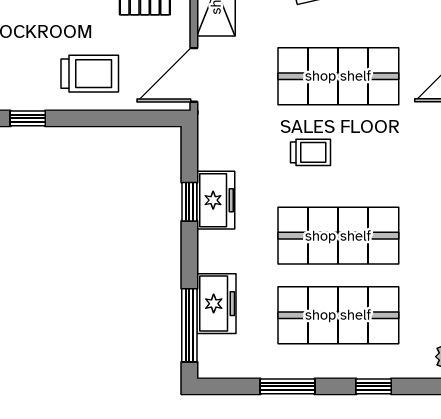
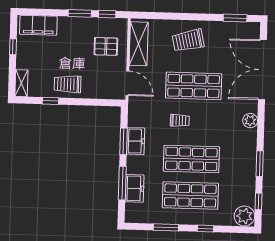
trolley: (90, 74) -> (68, 84), moved, turned 180
door: (194, 75) -> (127, 83), swing flipped
window: (189, 202) -> (123, 141), width x1.50
window: (189, 325) -> (122, 183), moved

